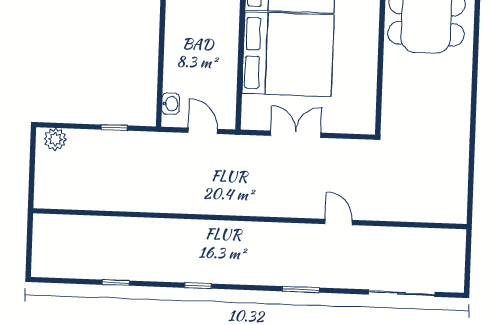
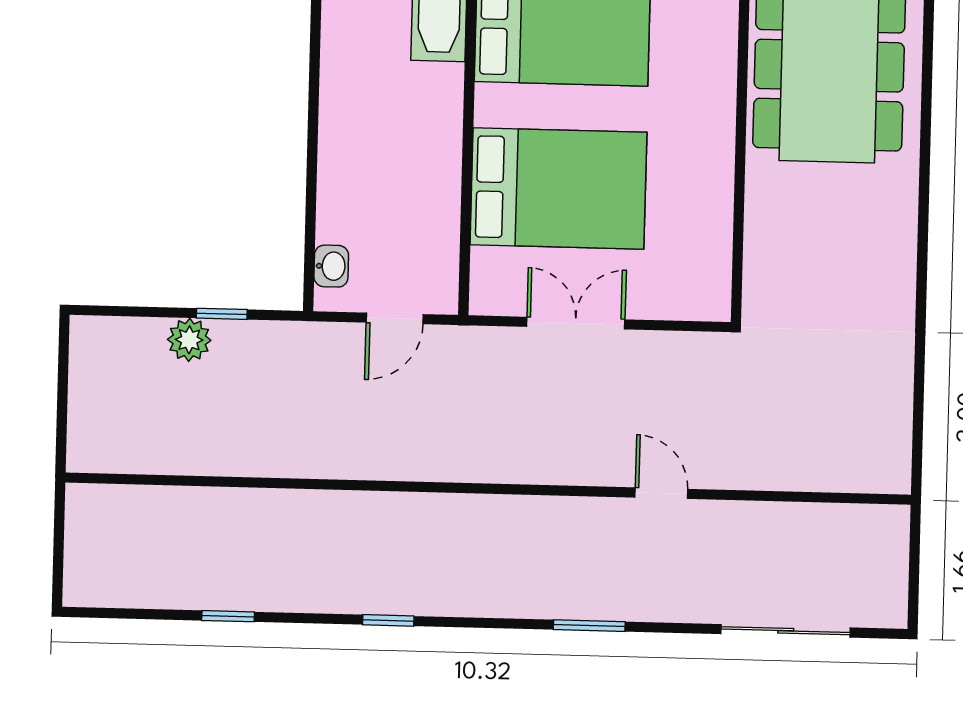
bed: (288, 54) -> (558, 188), width x0.73
door: (203, 131) -> (395, 318), swing flipped
plant: (55, 139) -> (189, 340), moved

